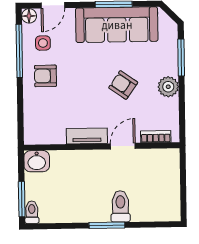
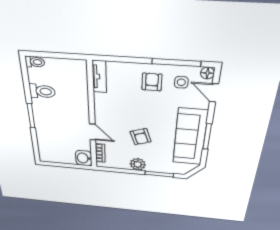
armchair: (123, 85) -> (141, 137), turned 126
tv unit: (87, 136) -> (99, 77), moved
washbasin: (37, 161) -> (84, 158), moved
window: (22, 199) -> (45, 55), removed
toilet: (120, 206) -> (42, 91), moved

